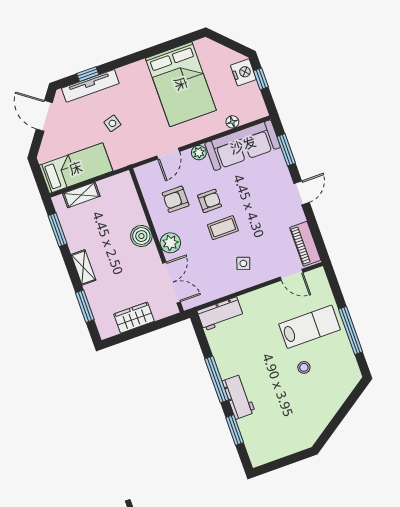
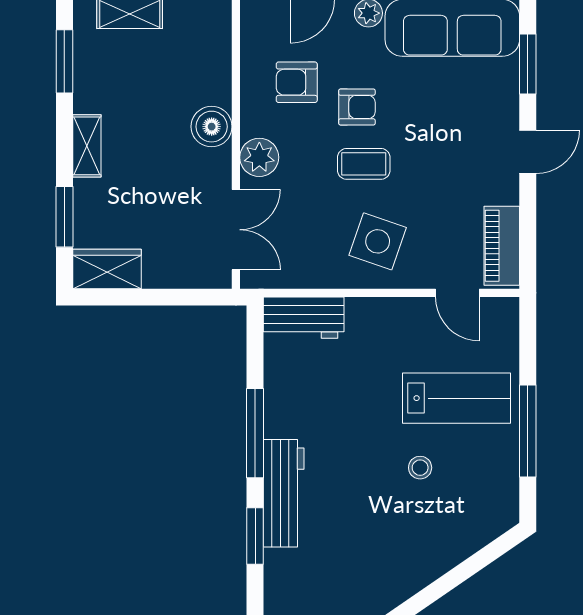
side table: (243, 263) -> (378, 241), width x1.87, depth x1.87
wardrobe: (134, 318) -> (107, 269), moved
workbench: (239, 397) -> (284, 493), width x1.38

